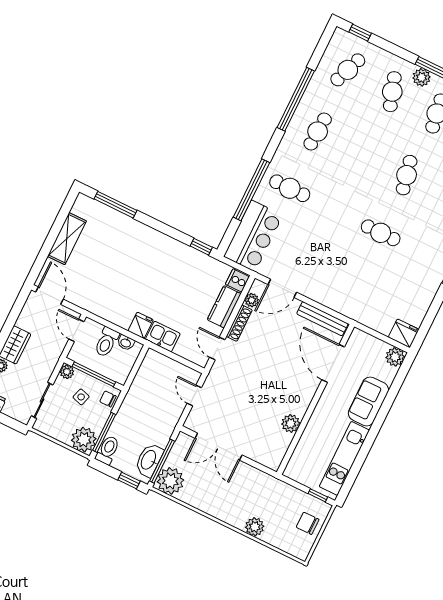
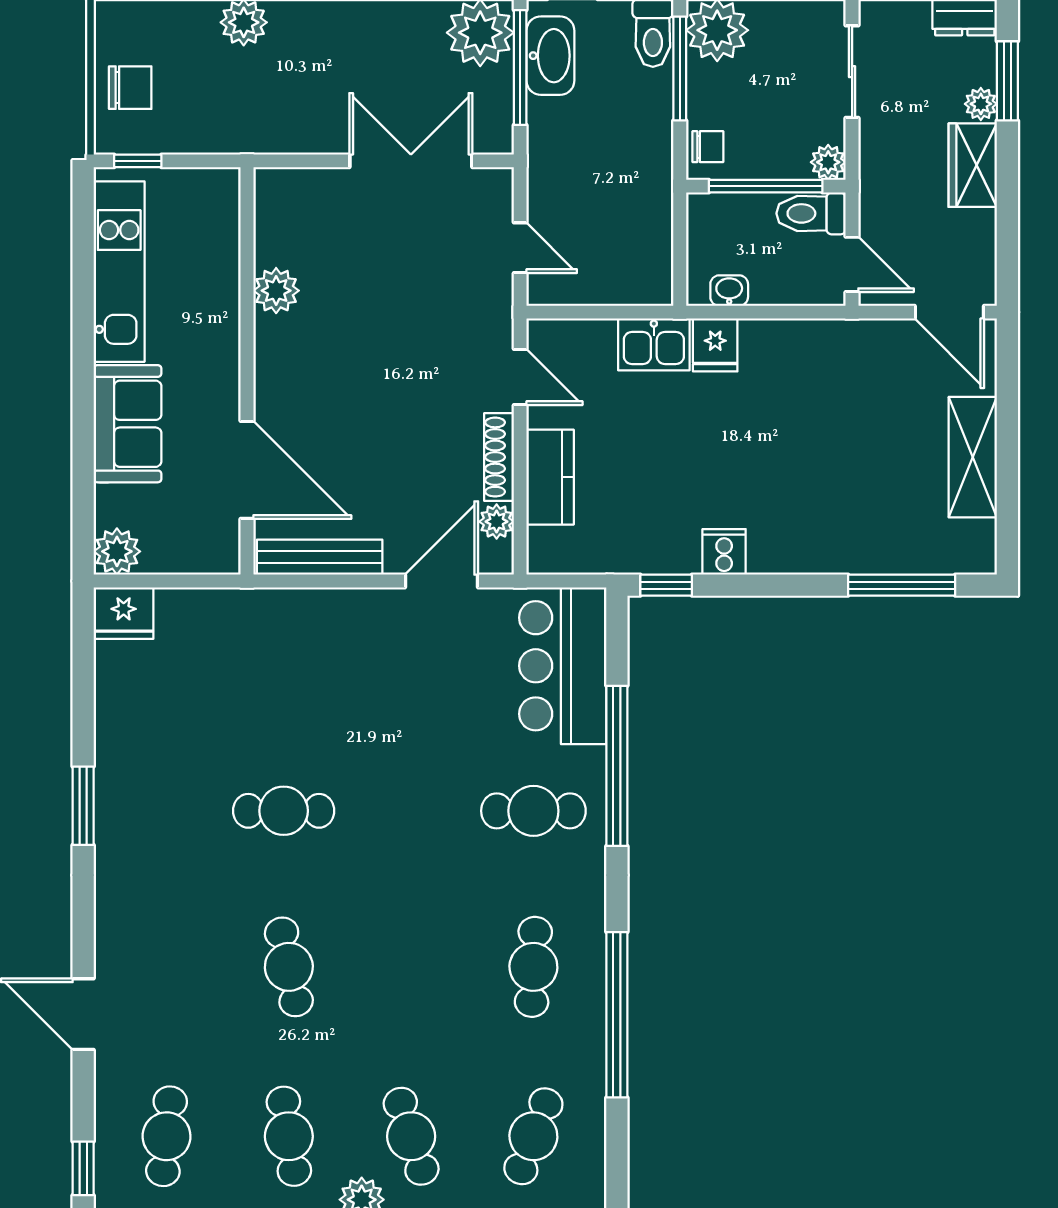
cooker: (237, 281) -> (724, 552), moved, turned -90
toilet: (107, 342) -> (811, 213), moved, turned -90
side table: (81, 397) -> (769, 122), removed

